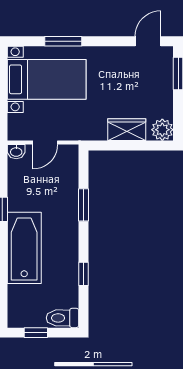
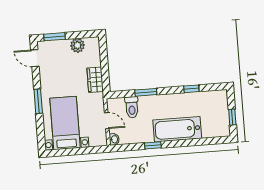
window: (63, 41) -> (38, 101), moved
wardrobe: (127, 130) -> (95, 80), moved
plant: (162, 130) -> (77, 45), moved
toilet: (63, 318) -> (132, 107), moved

